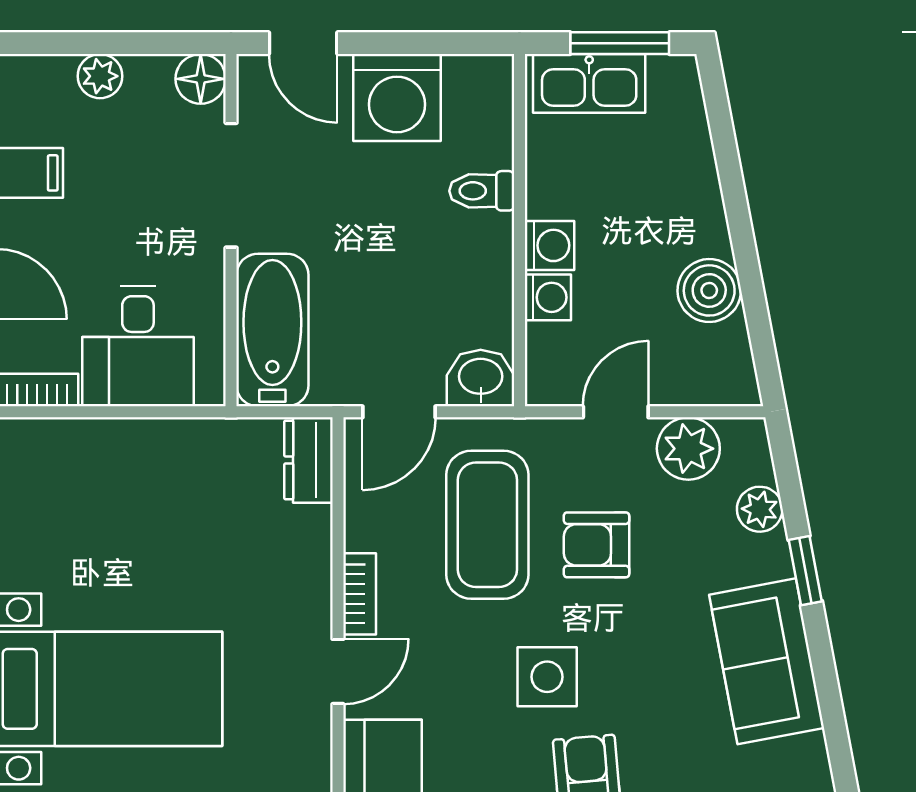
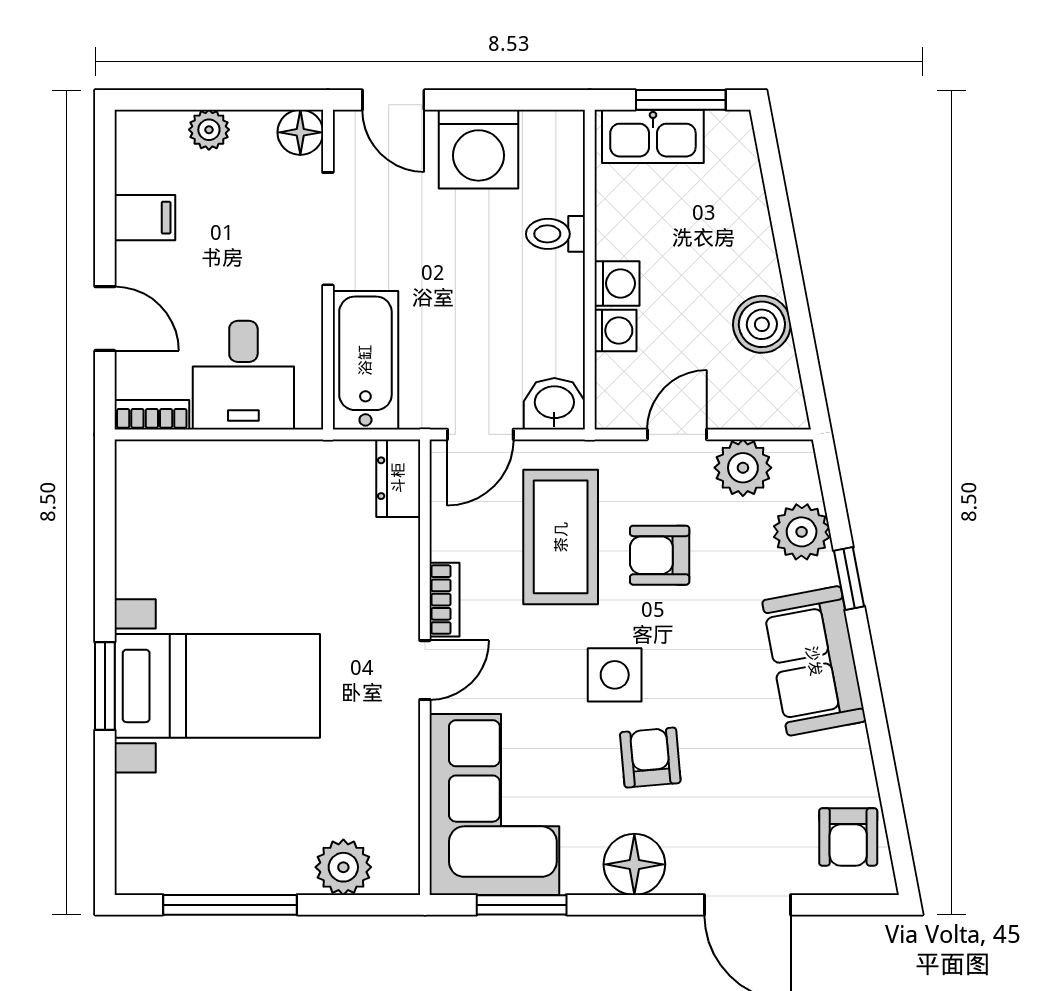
plant: (760, 509) -> (802, 532), width x1.38, depth x1.38

